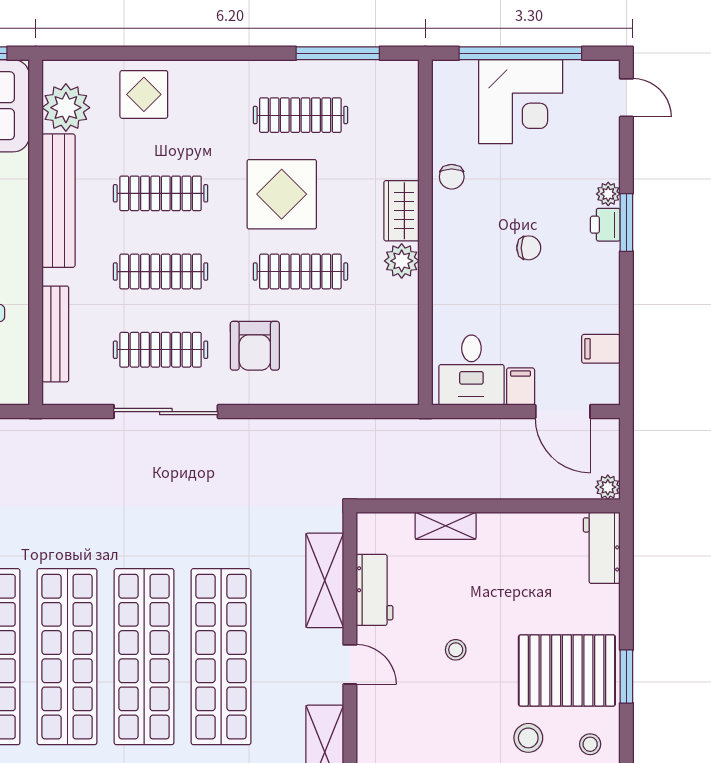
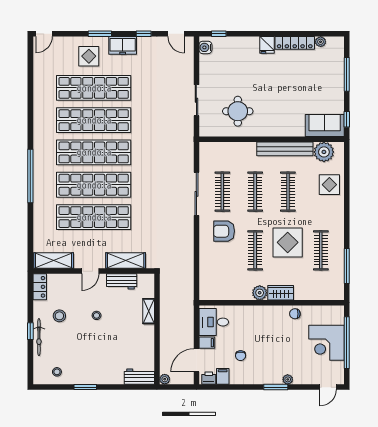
printer: (605, 225) -> (209, 378), moved
chair: (529, 248) -> (241, 356), moved
bench: (55, 334) -> (229, 148), removed
pallet: (567, 670) -> (88, 362), removed
stool: (528, 738) -> (59, 316), moved

